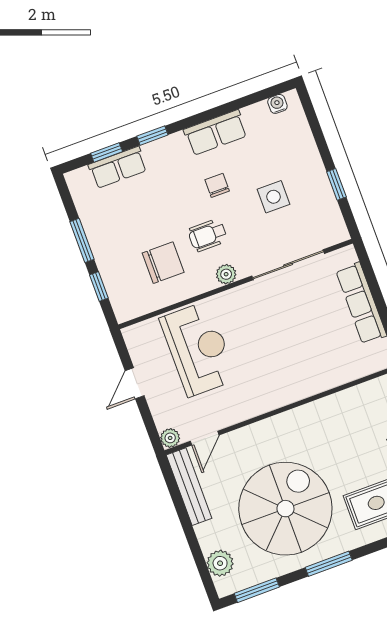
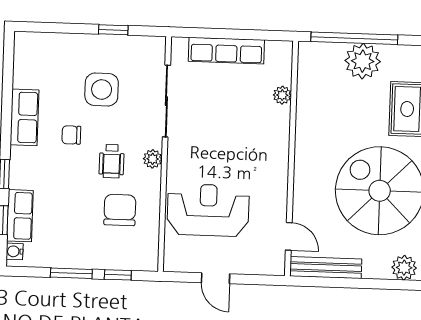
water cooler: (277, 104) -> (15, 251), moved
side table: (274, 197) -> (102, 89), width x1.37, depth x1.37
plant: (170, 438) -> (282, 95), moved

